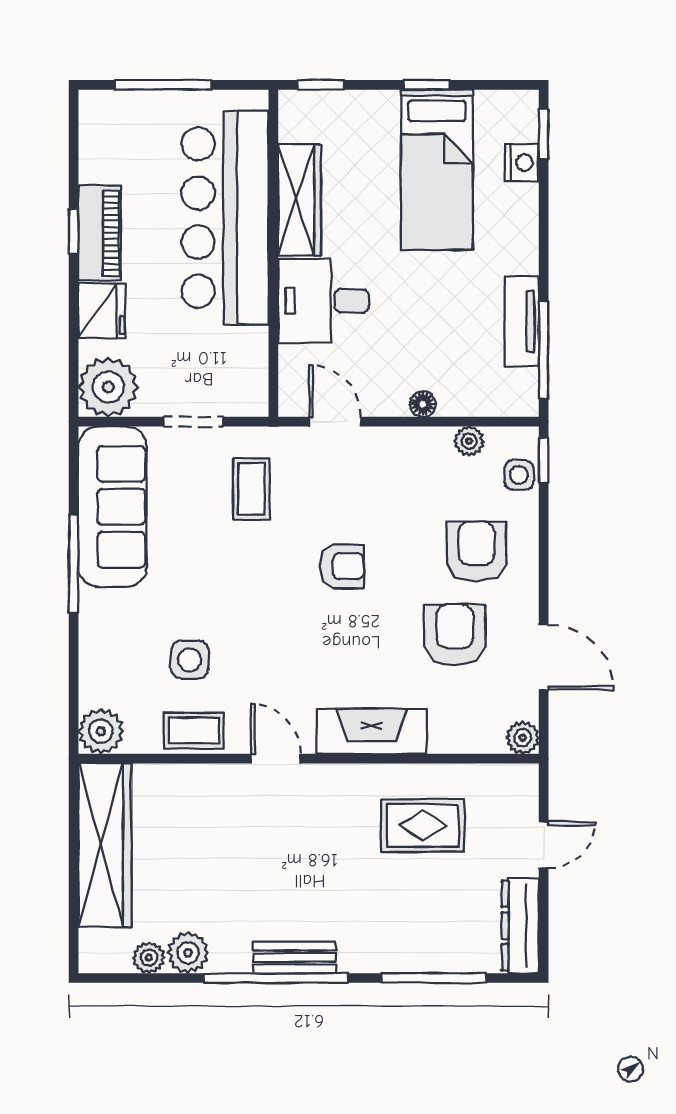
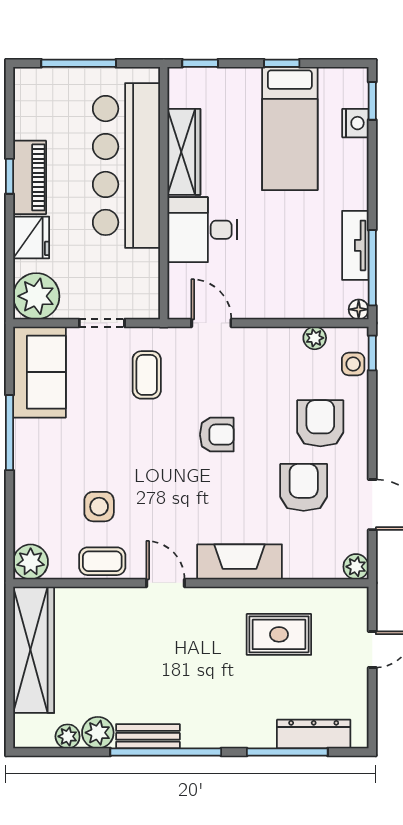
floor lamp: (423, 404) -> (359, 309), moved
sofa: (112, 507) -> (39, 372), width x0.73
dresser: (520, 926) -> (314, 734), moved, turned 90
bench: (294, 957) -> (148, 736), moved

